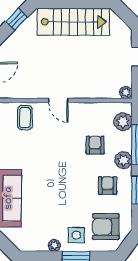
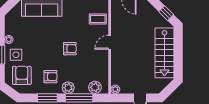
armchair: (95, 145) -> (70, 49), moved

